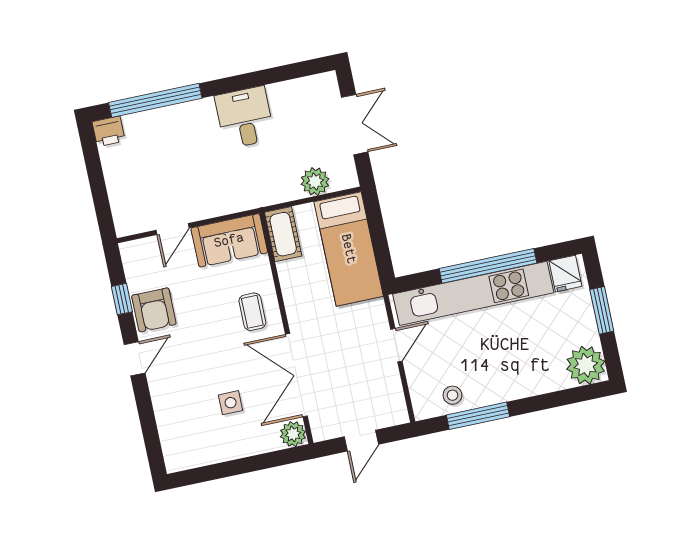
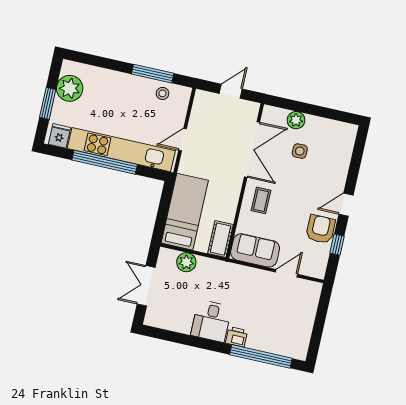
printer: (109, 131) -> (236, 337), moved
plant: (586, 365) -> (70, 88), moved
plant: (293, 434) -> (296, 120), moved

